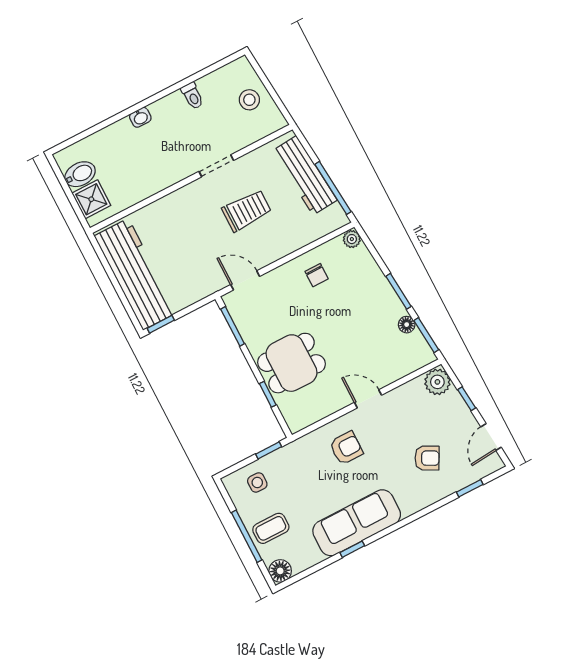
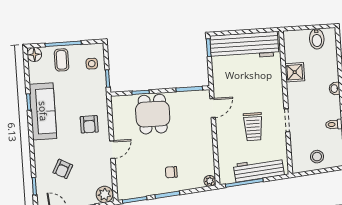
shower: (91, 199) -> (295, 72), moved
chair: (317, 275) -> (171, 172), moved
floor lamp: (407, 325) -> (146, 191), removed

